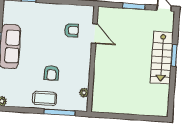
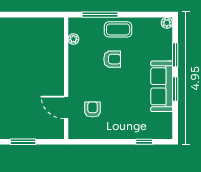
armchair: (71, 30) -> (93, 110), turned 90
armchair: (51, 73) -> (112, 59), turned 90

